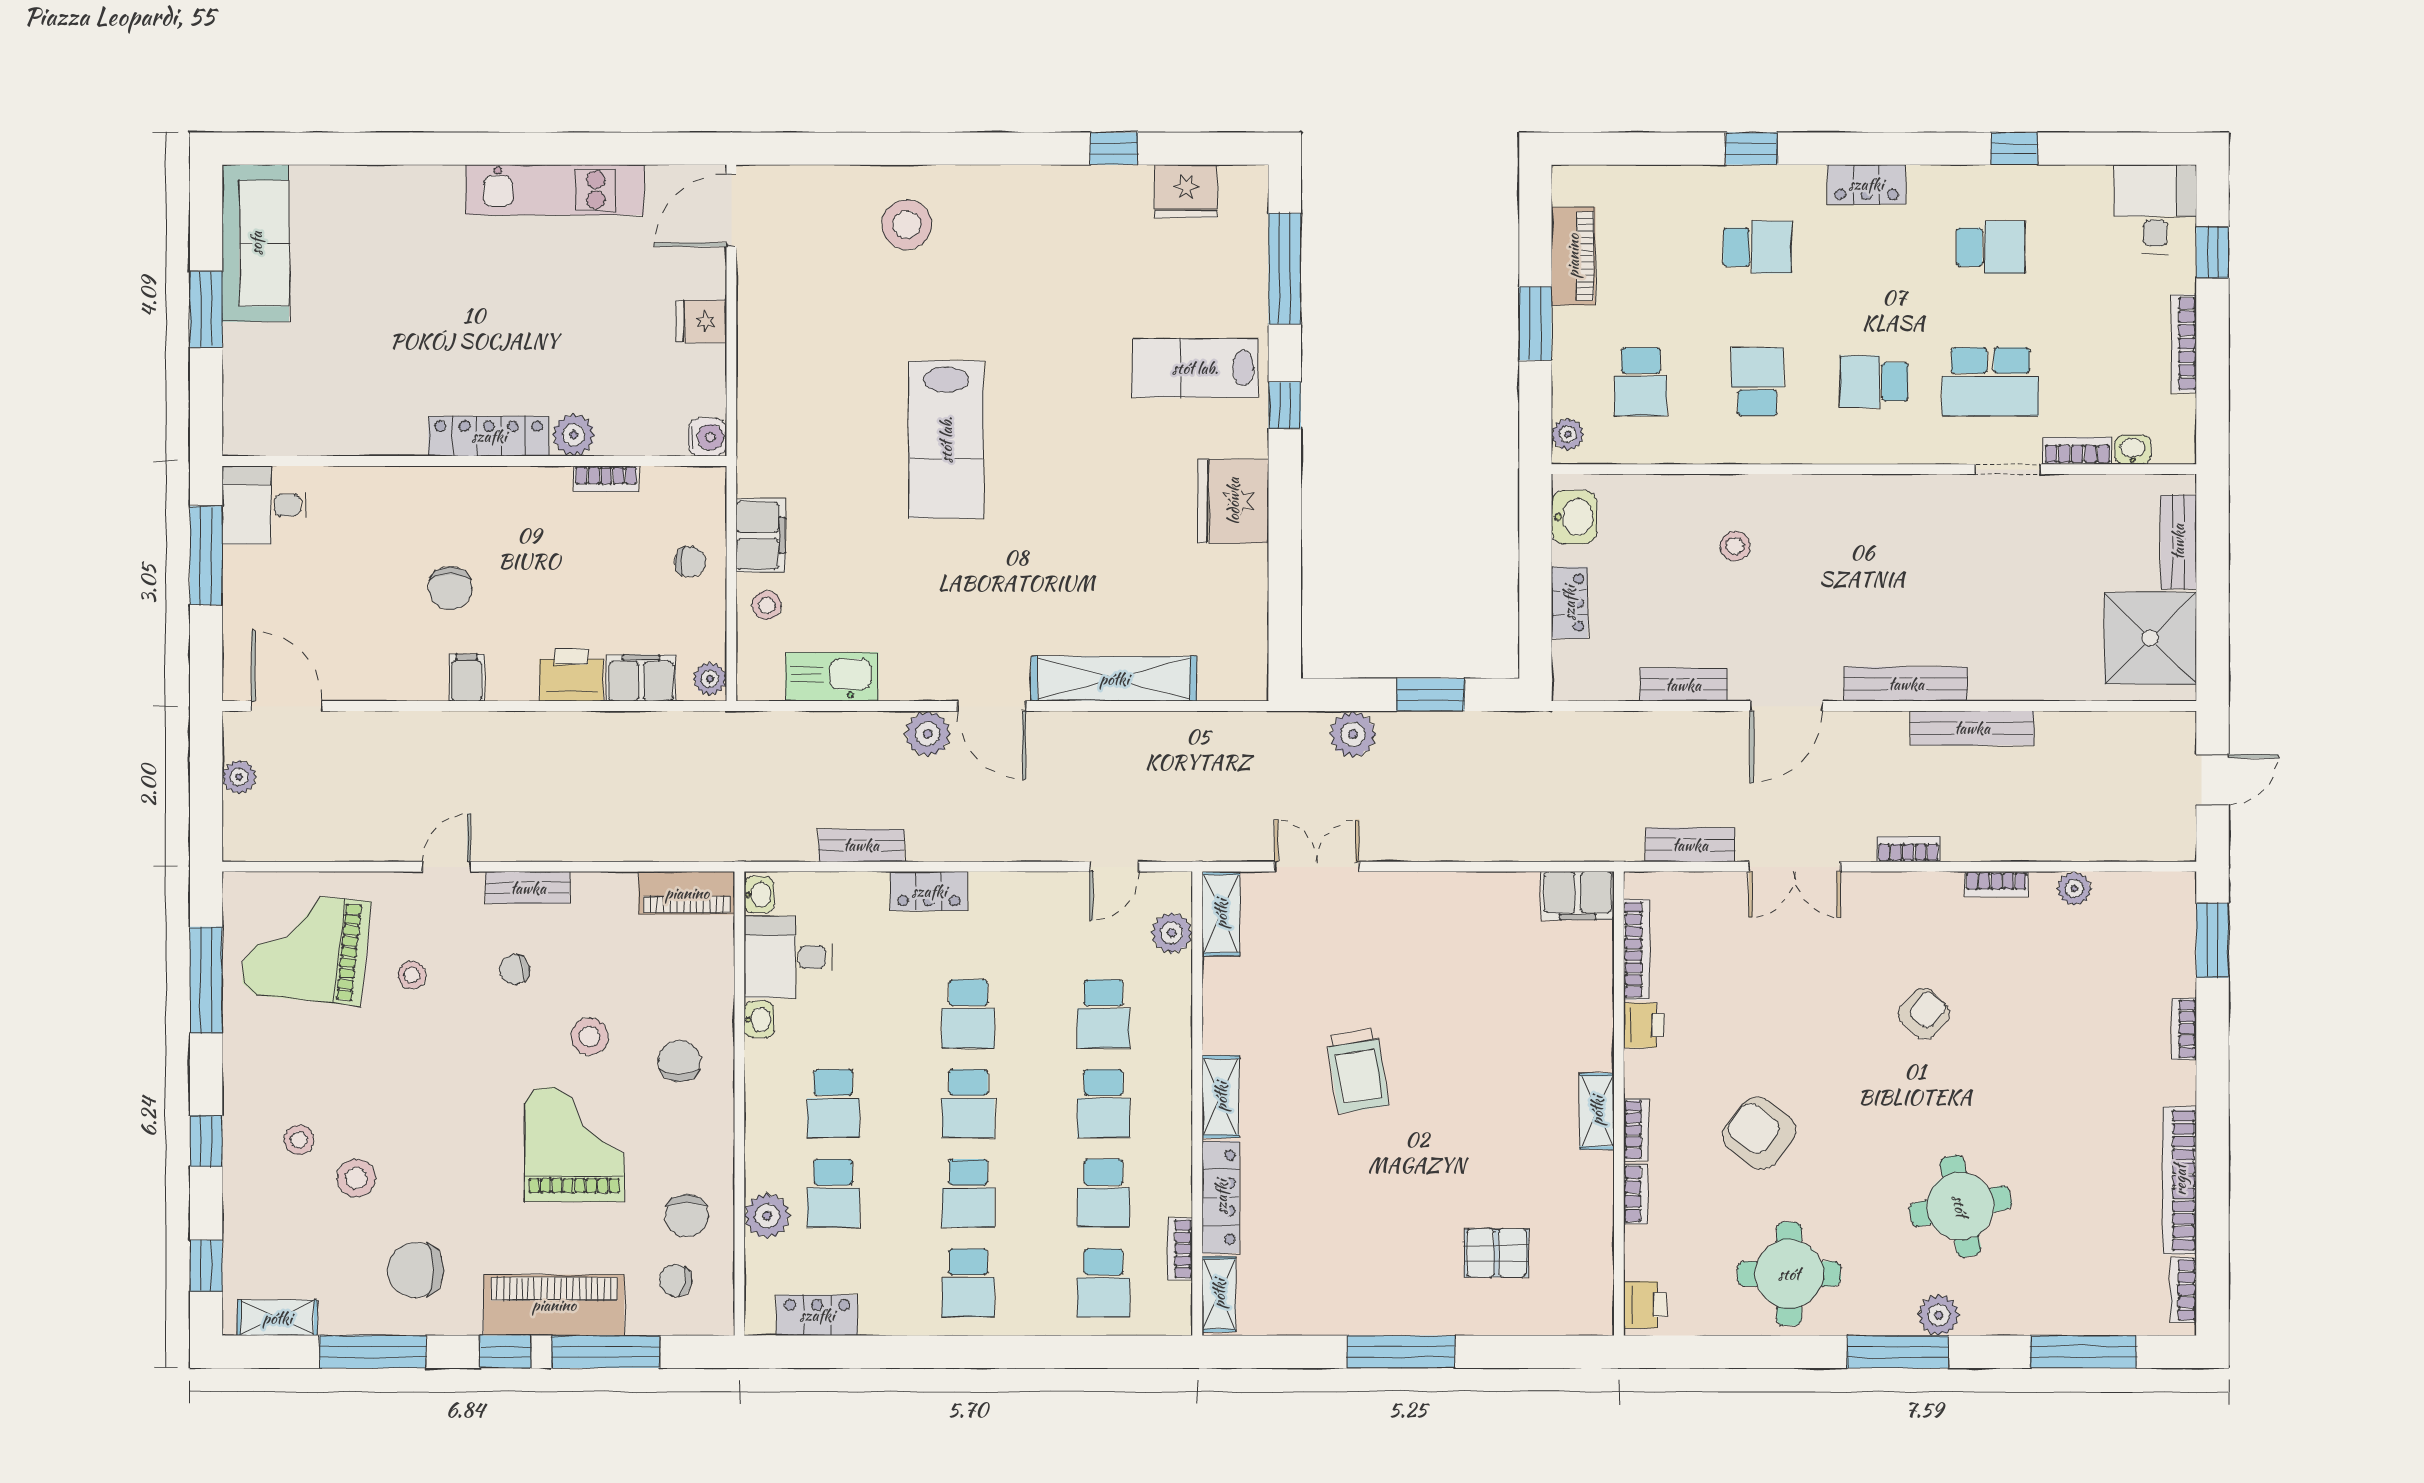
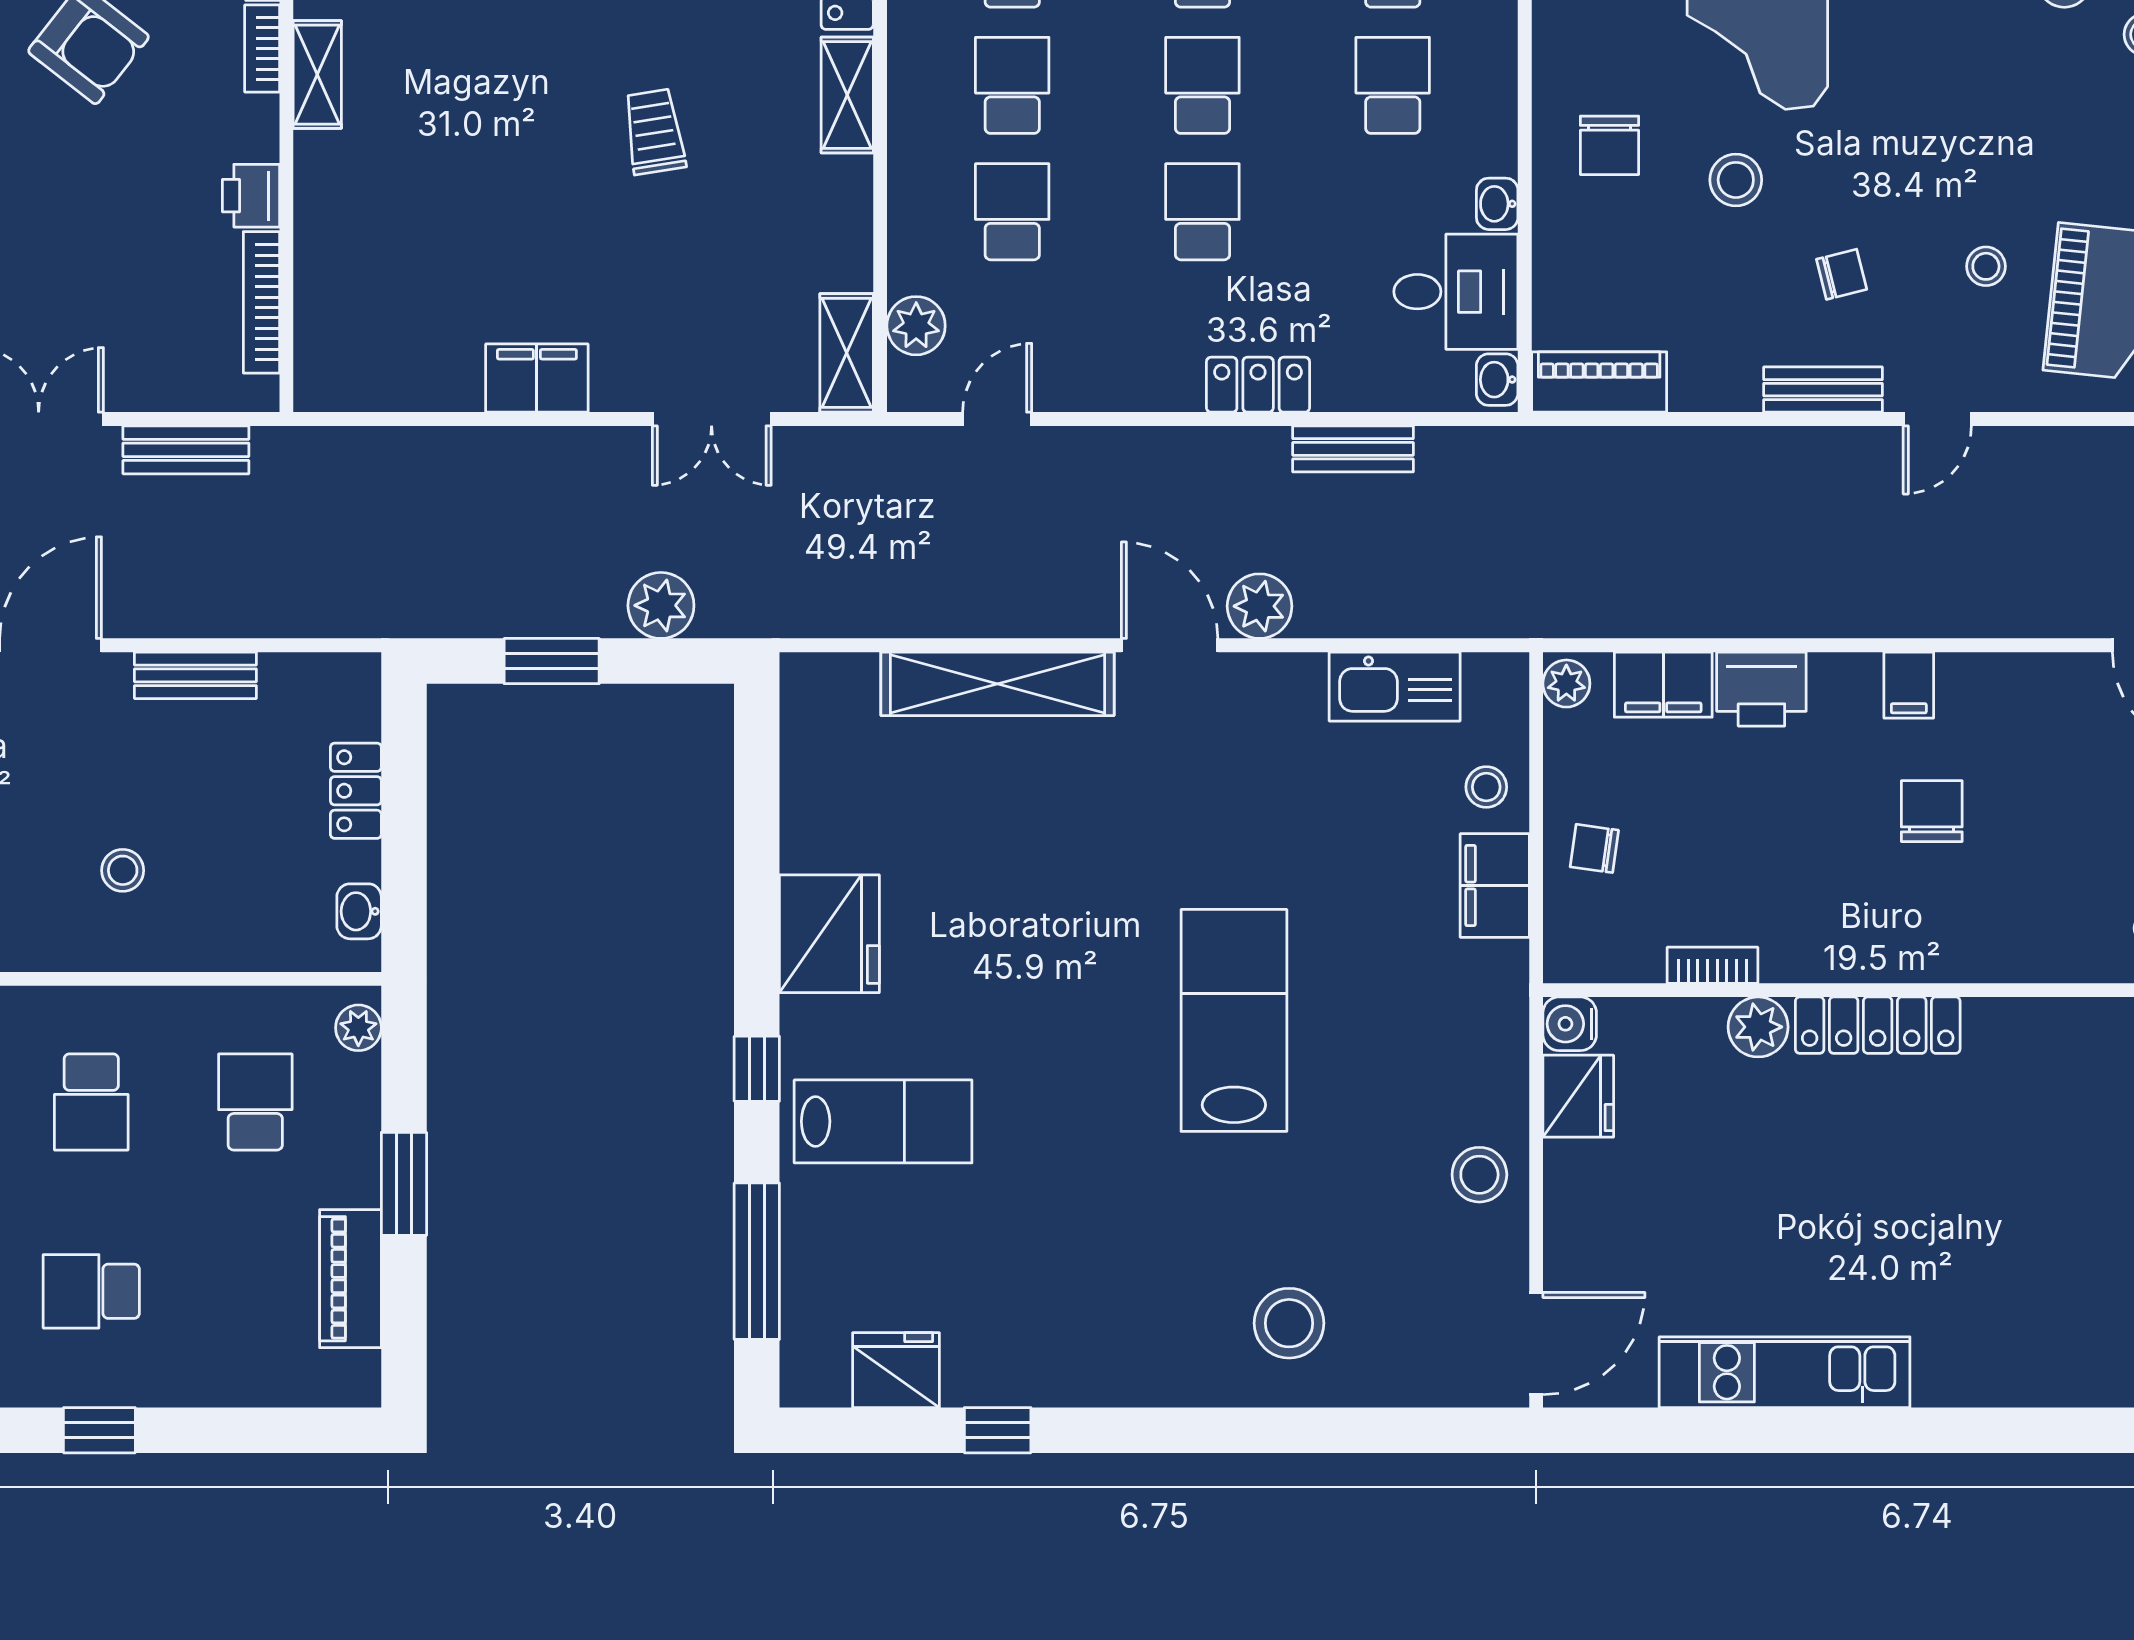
fridge: (701, 321) -> (1578, 1096), moved, width x1.38
stool: (772, 330) -> (1479, 1175), added
washbasin: (1574, 517) -> (359, 911), width x0.72, depth x0.69
filing cabinet: (1578, 896) -> (537, 378), moved
trolley: (1358, 1071) -> (654, 132), width x0.73, depth x0.72

